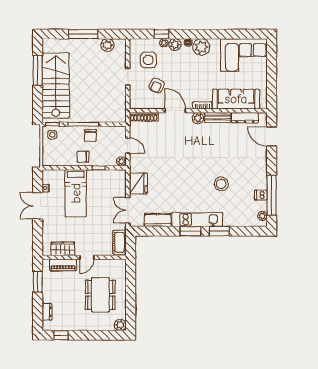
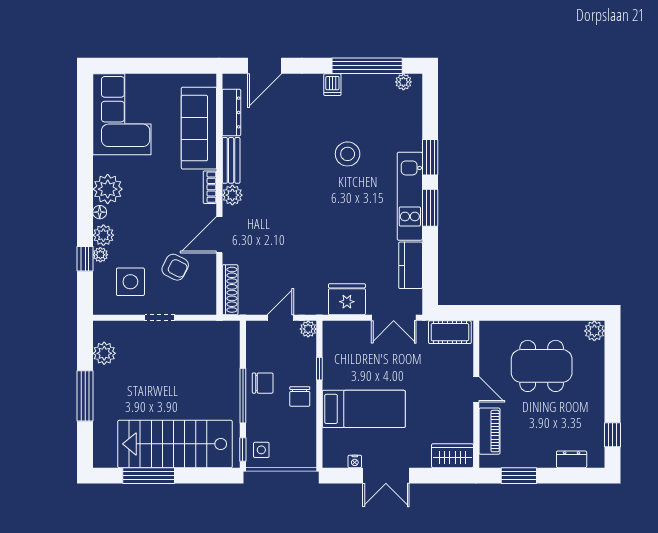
dishwasher: (261, 195) -> (332, 85), moved
wardrobe: (63, 249) -> (452, 456), moved, turned 90

